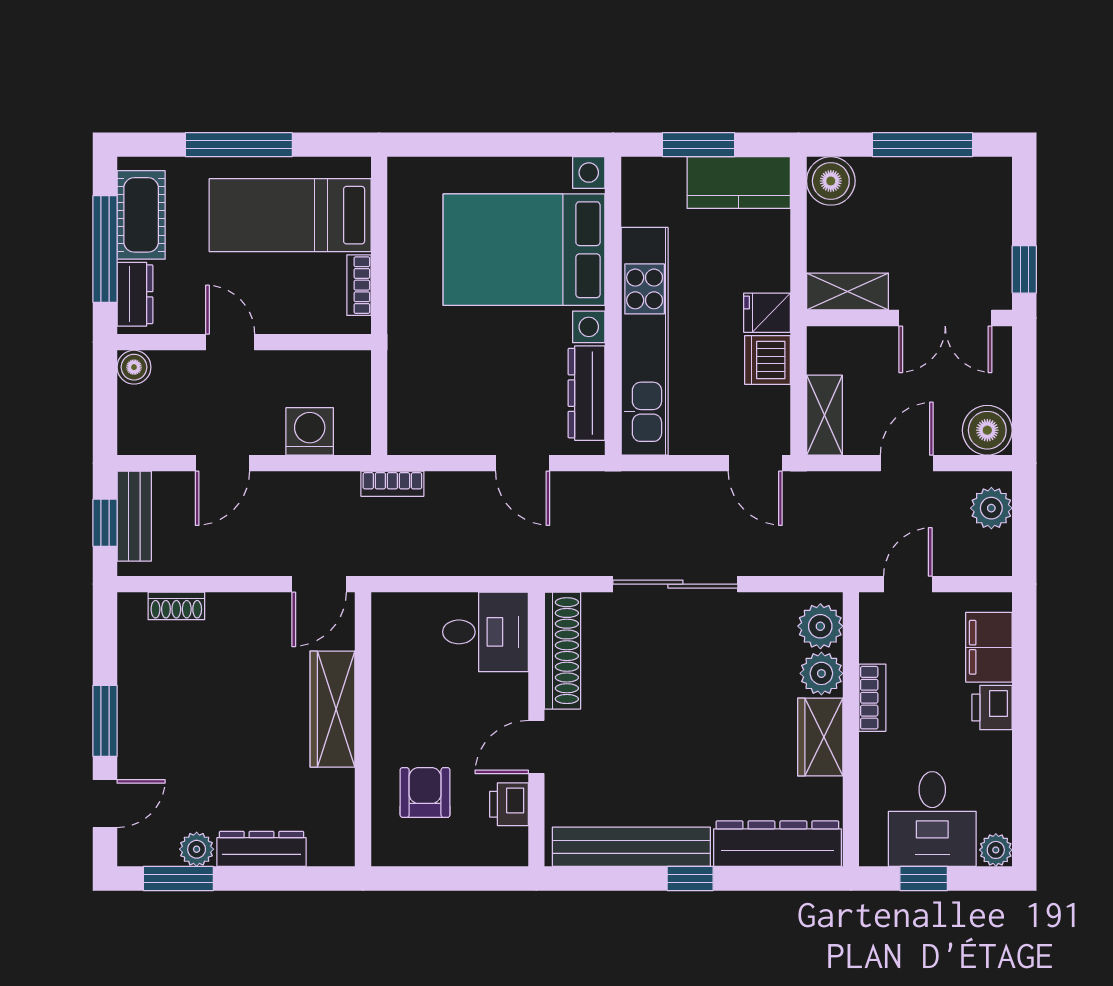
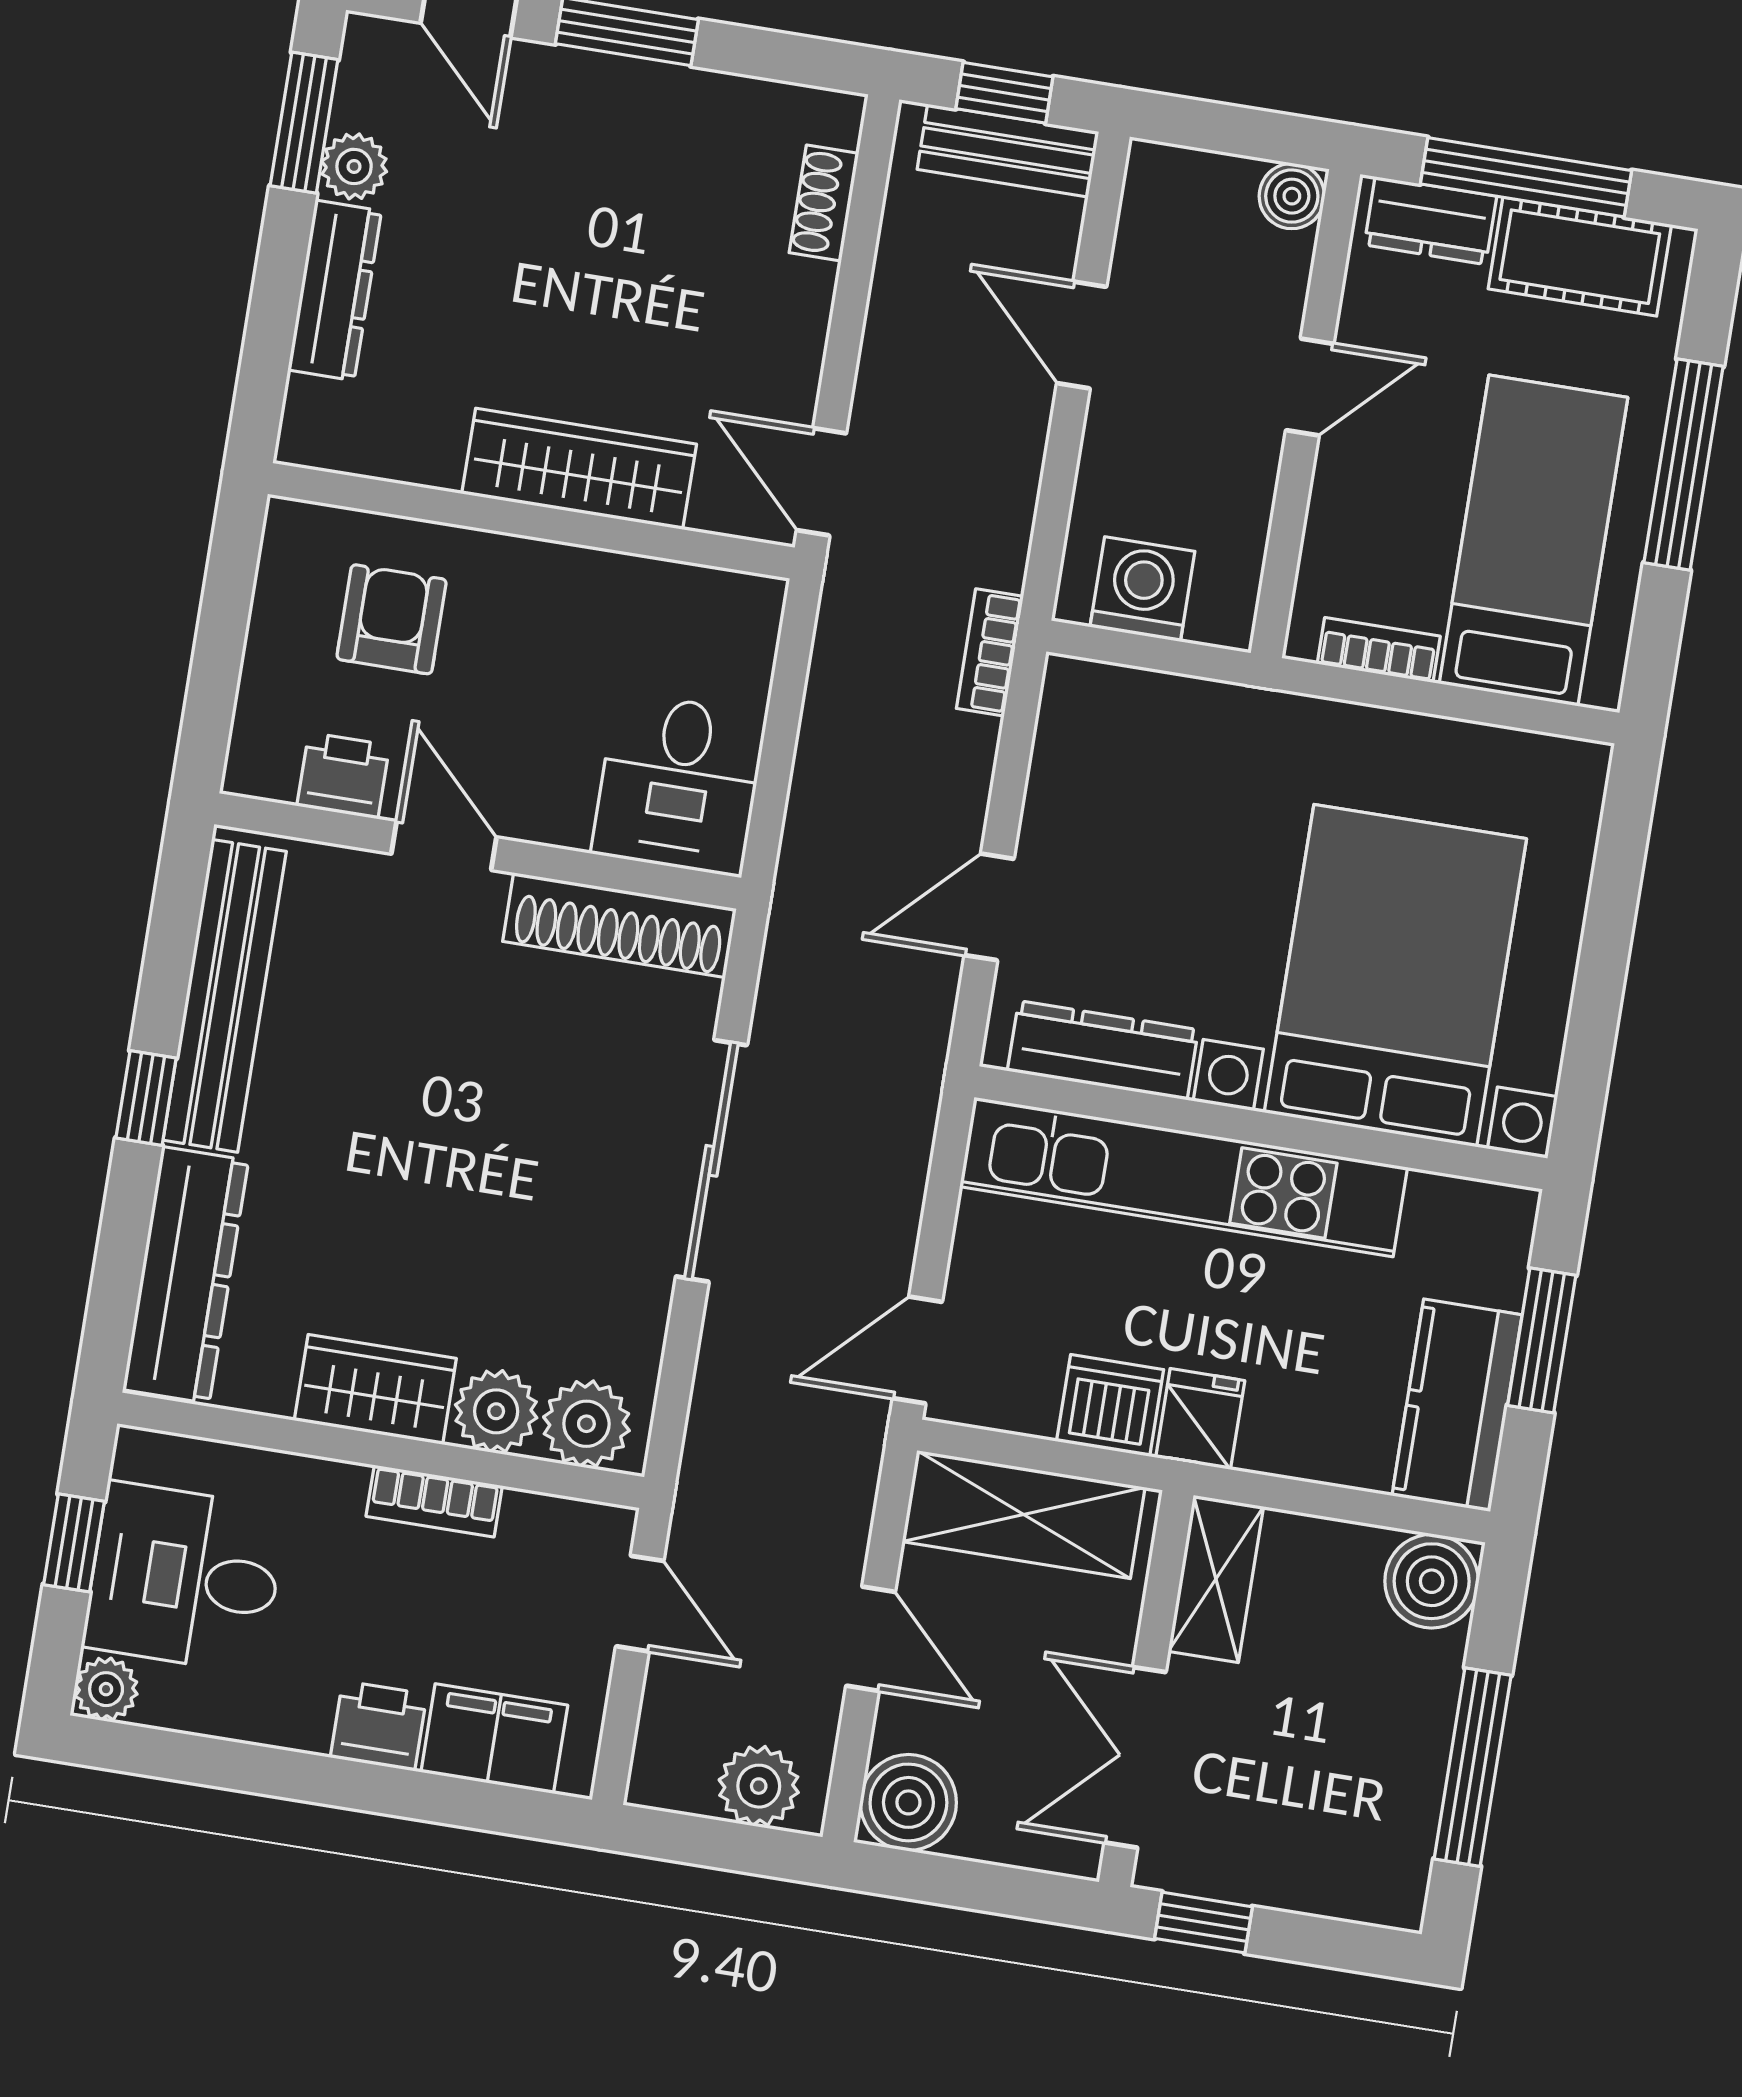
shelving: (825, 415) -> (1024, 1515), width x1.50, depth x1.33
washing machine: (310, 431) -> (1142, 589), moved, turned -90
armchair: (425, 793) -> (392, 619), turned -90

